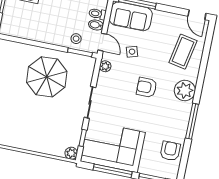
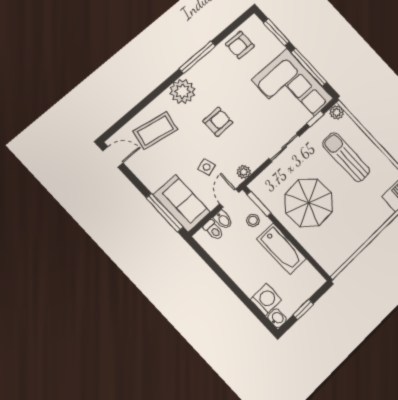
door: (197, 15) -> (113, 157), hinge flipped
bathtub: (44, 33) -> (282, 249), added
armchair: (147, 87) -> (218, 122), turned -90
sun lounger: (43, 127) -> (346, 157), added

